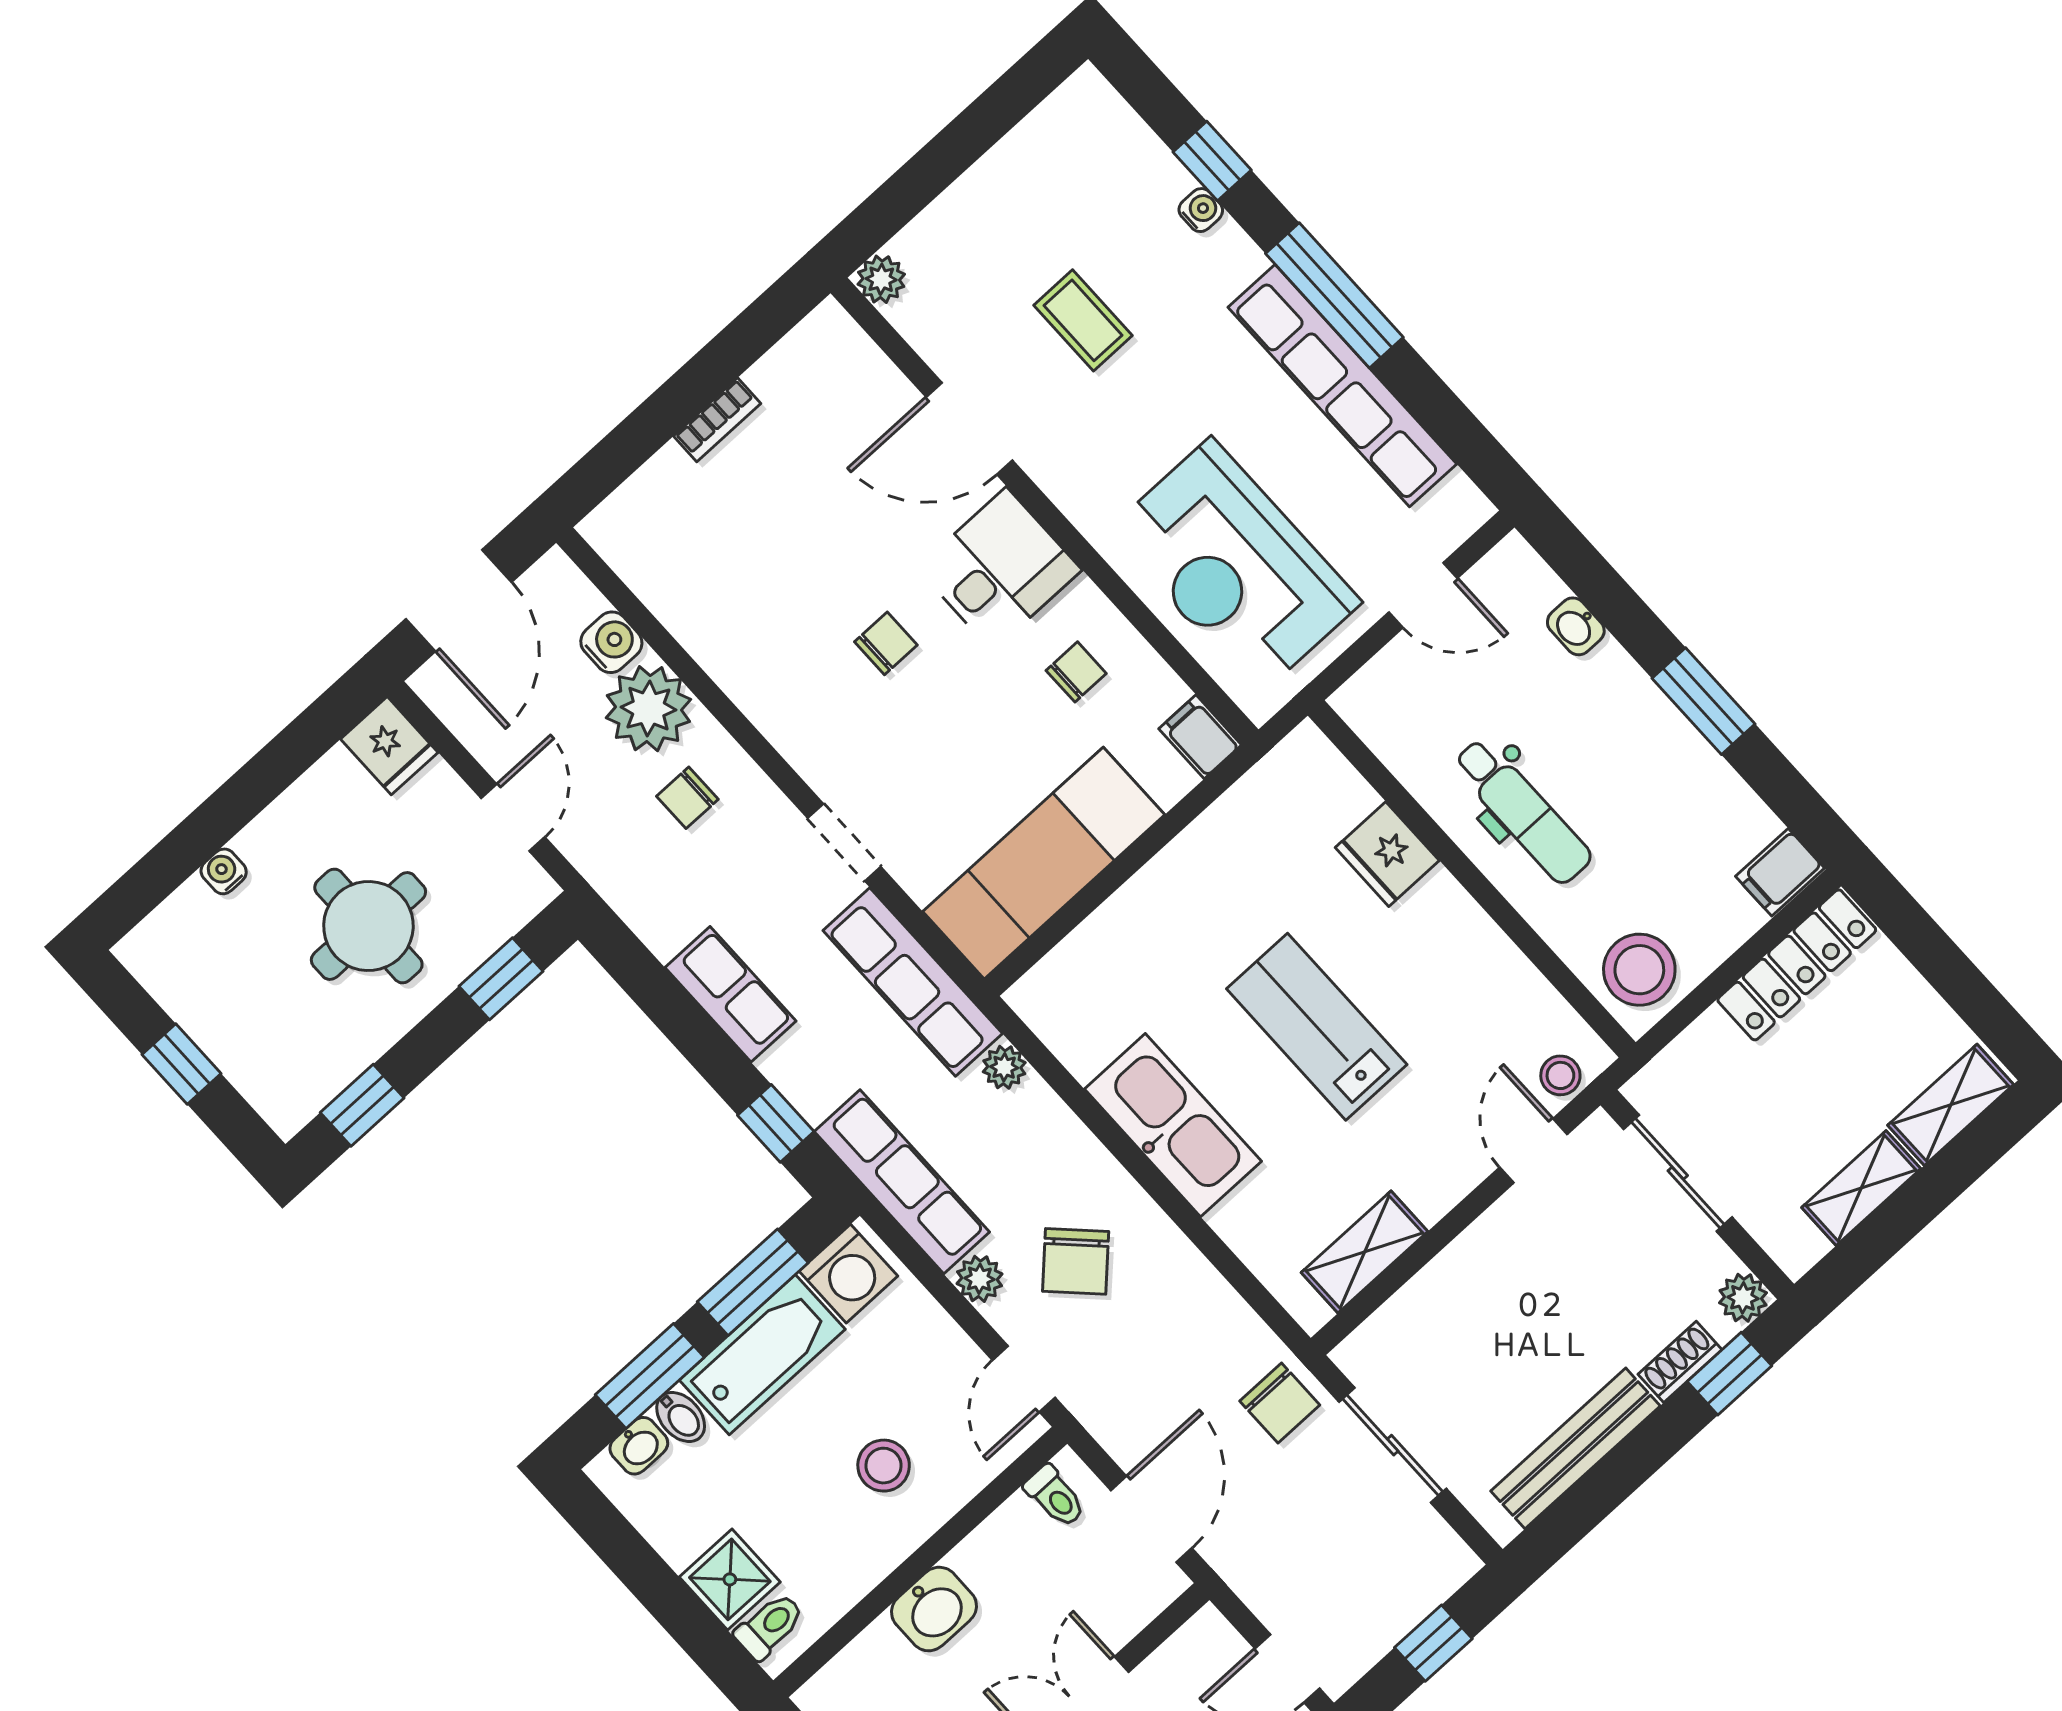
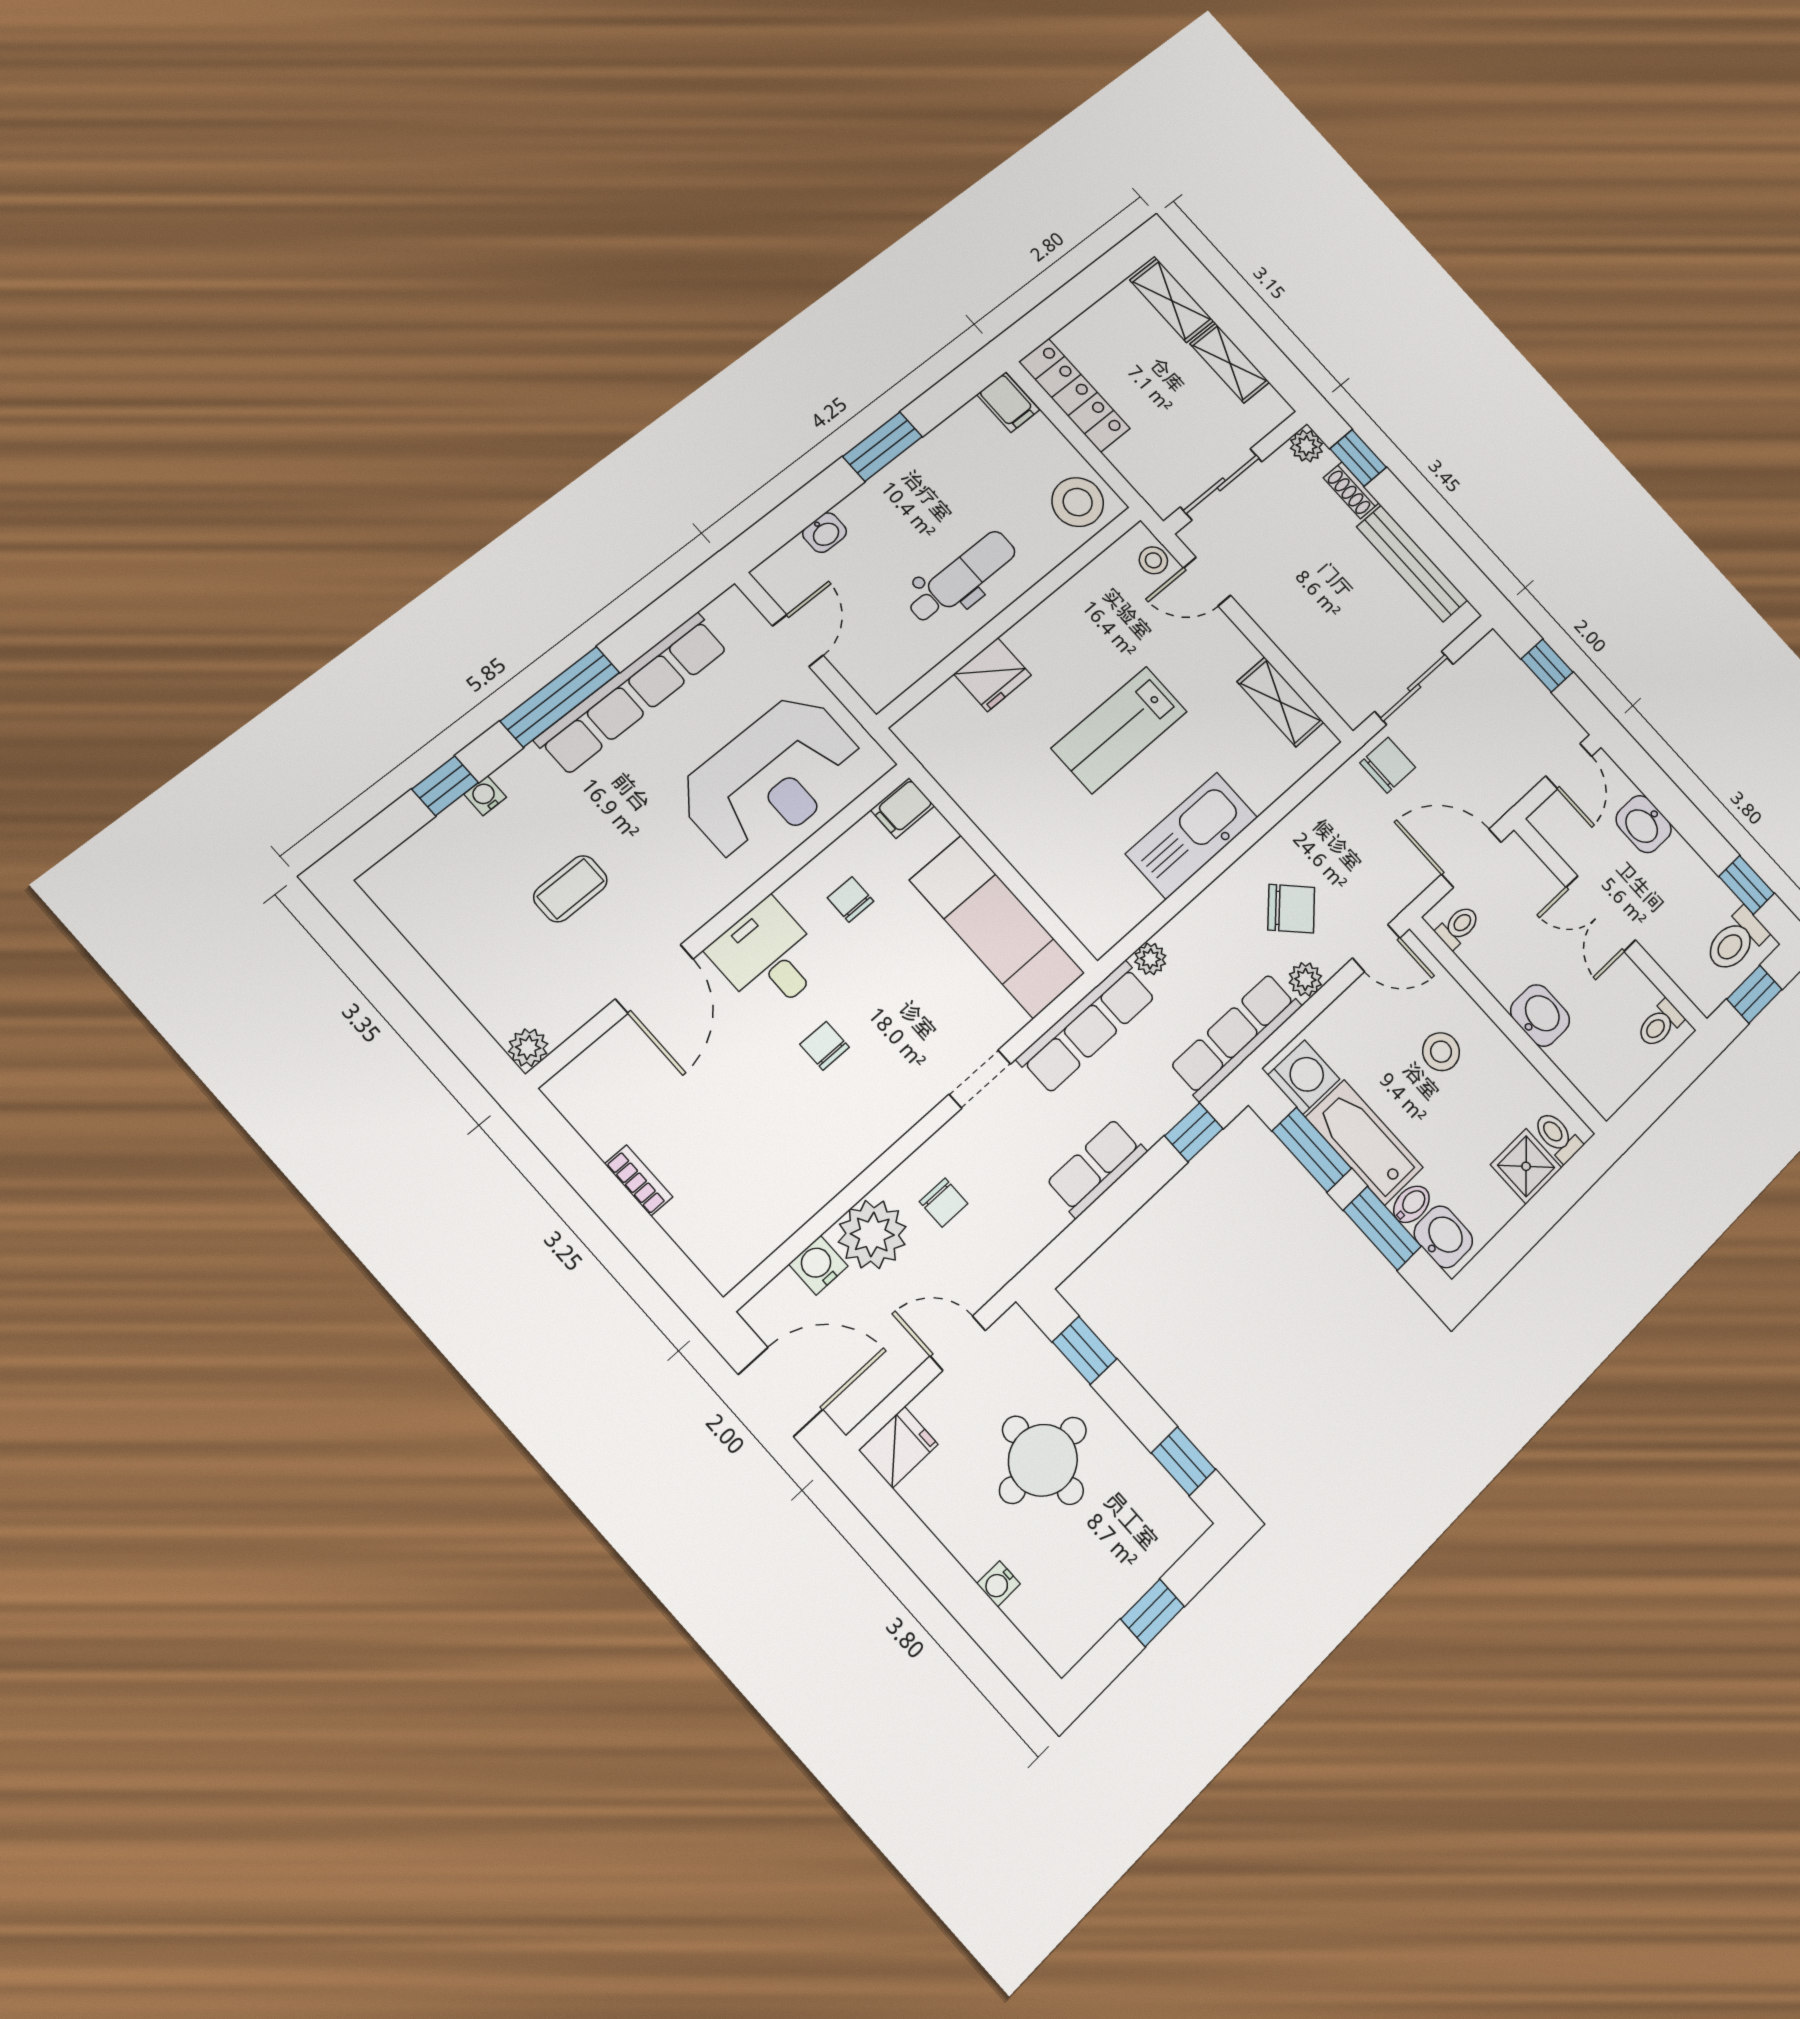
washbasin: (639, 1446) -> (1443, 1237), width x1.38, depth x1.45

